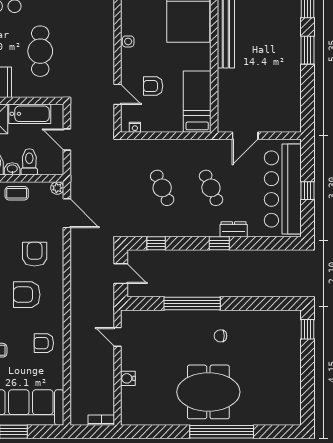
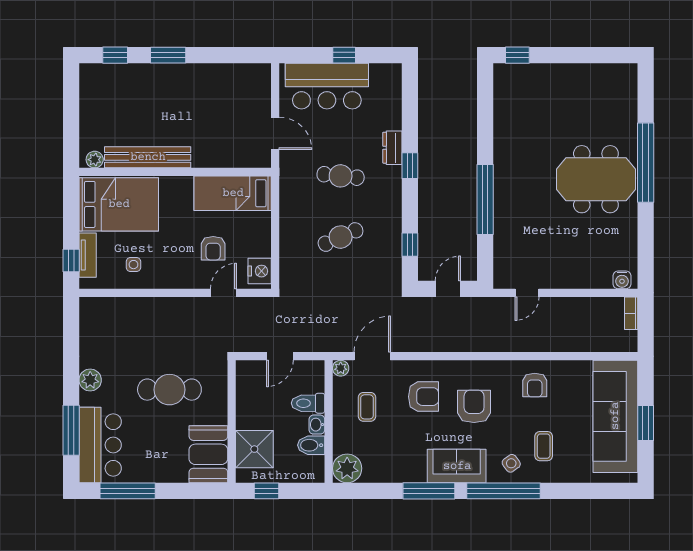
side table: (128, 41) -> (133, 265), moved
bathtub: (30, 114) -> (248, 403), removed
nightstand: (135, 127) -> (260, 271), width x1.89, depth x1.79
cafe table: (211, 188) -> (341, 176), turned 30
bar counter: (283, 189) -> (327, 86), width x0.73
coffee table: (17, 193) -> (367, 407), moved
armchair: (35, 254) -> (423, 397), turned 180
armchair: (27, 295) -> (474, 406), turned 180
chair: (220, 336) -> (526, 164), removed
water cooler: (128, 378) -> (622, 280), moved
meeting table: (208, 392) -> (596, 179), turned 90

